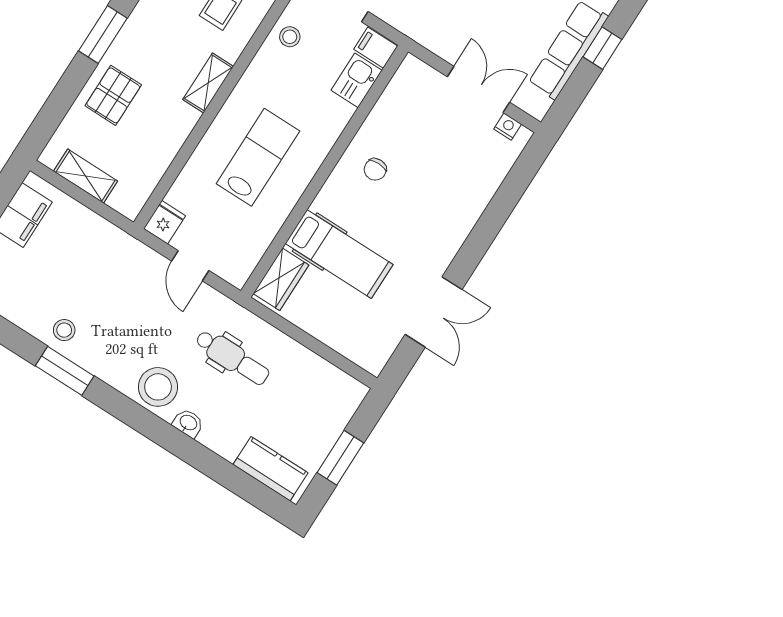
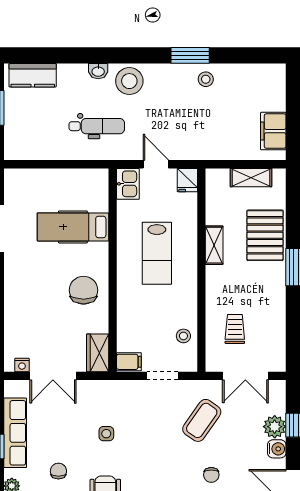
kitchen sink: (357, 80) -> (128, 184), moved
shelving: (208, 83) -> (214, 245), moved
pallet: (113, 95) -> (265, 235), width x1.50, depth x1.42
chair: (375, 169) -> (84, 290), width x1.87, depth x1.87
wardrobe: (281, 279) -> (98, 353), moved
dental chair: (232, 358) -> (97, 126), turned 180

